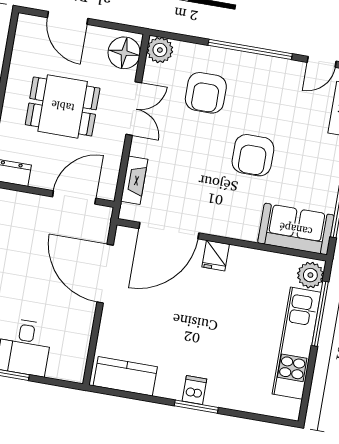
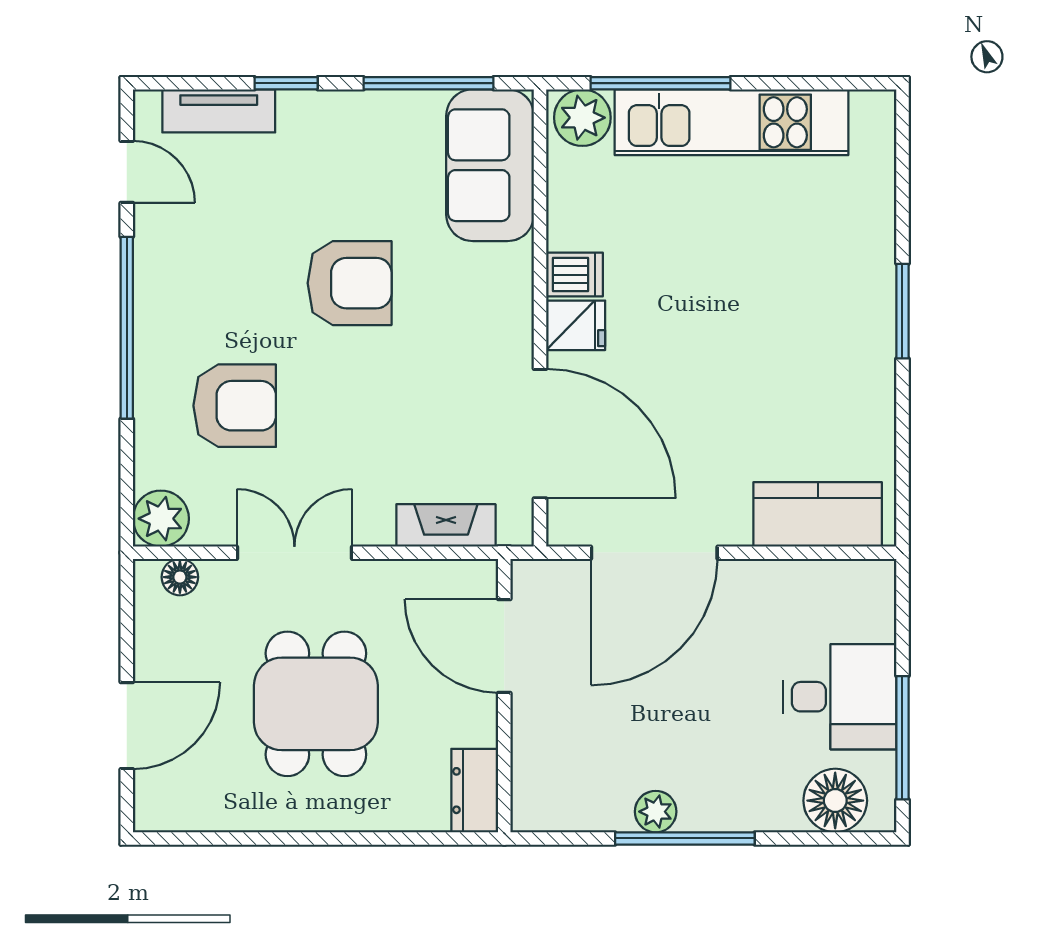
floor lamp: (124, 53) -> (180, 577), width x0.53, depth x0.53
kitchen counter: (125, 376) -> (818, 514), moved, turned 90
dishwasher: (194, 390) -> (574, 275), moved, turned 180

